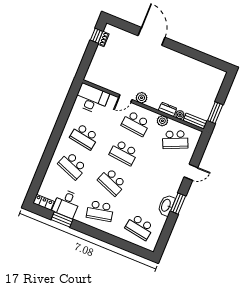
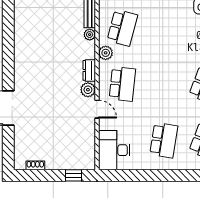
window: (97, 36) -> (74, 175), moved
dresser: (168, 109) -> (89, 70), moved
school desk: (175, 140) -> (122, 28), turned 39
school desk: (124, 153) -> (164, 84), removed

